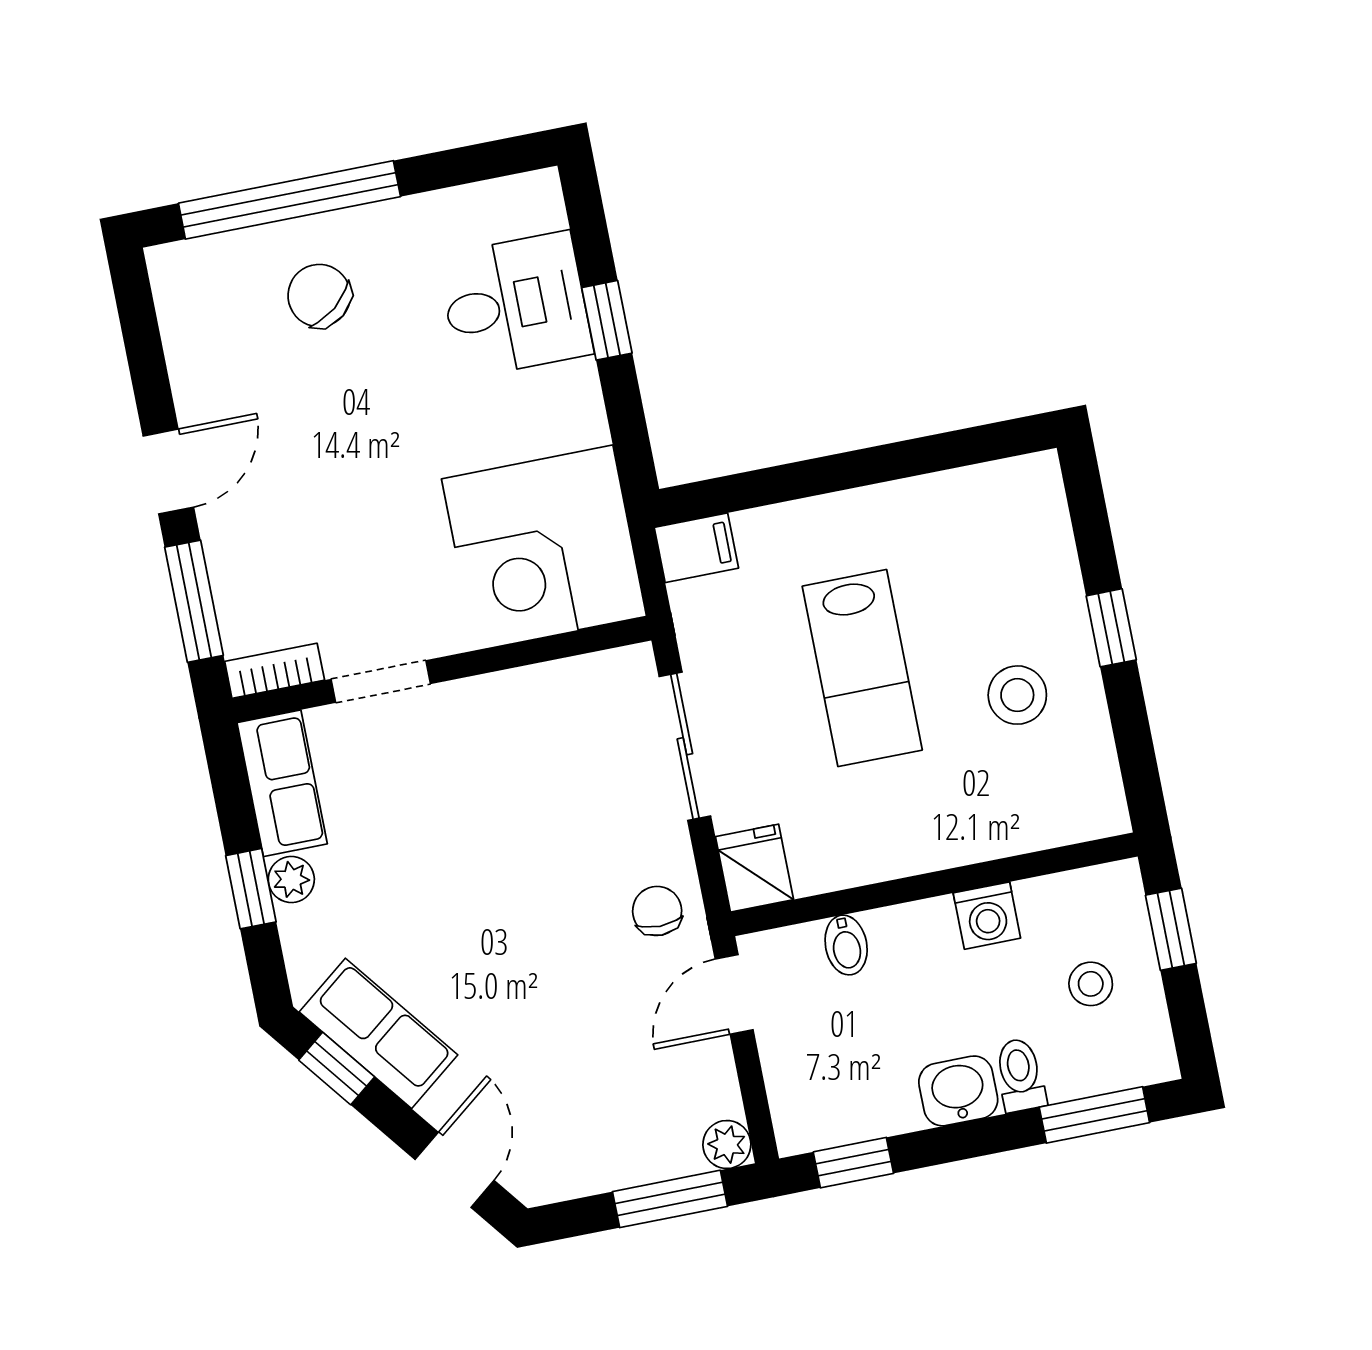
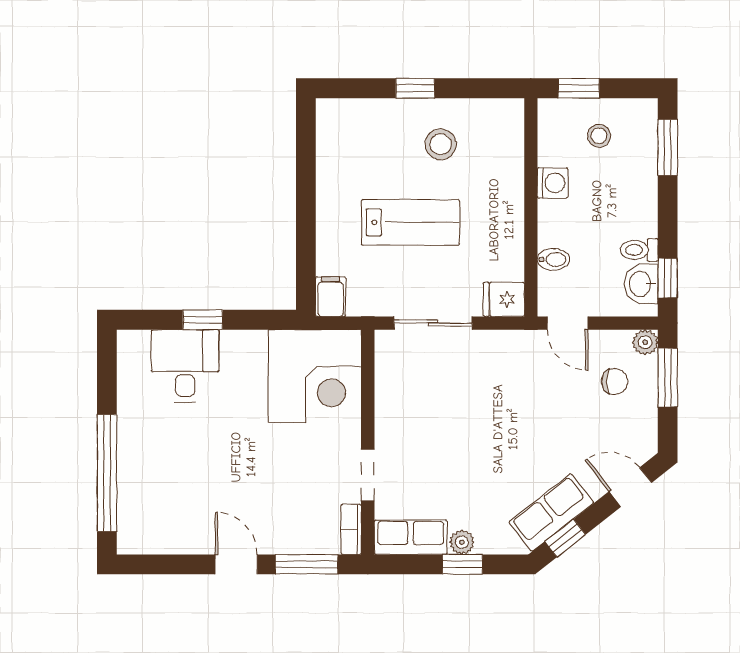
chair: (319, 296) -> (160, 467), removed
chair: (657, 911) -> (615, 381), moved, turned 180
toilet: (1020, 1075) -> (639, 250), moved
washbasin: (958, 1091) -> (641, 284), moved

